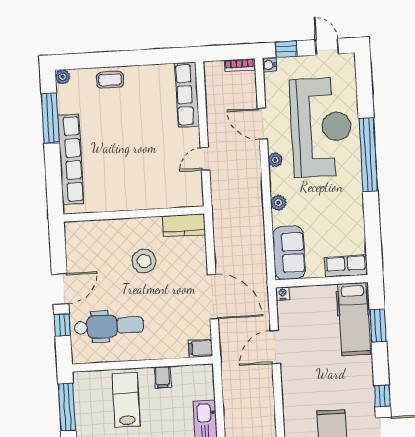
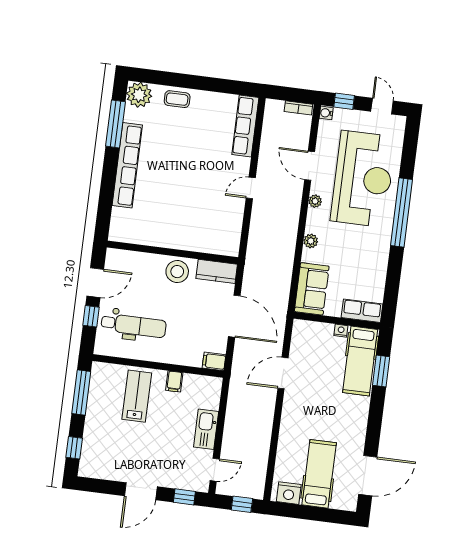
plant: (63, 77) -> (139, 95), width x1.88, depth x1.88
wall: (134, 214) -> (173, 252), moved
kitchen counter: (184, 225) -> (217, 271), moved
nightstand: (283, 294) -> (341, 331), moved
window: (382, 396) -> (373, 437), removed

